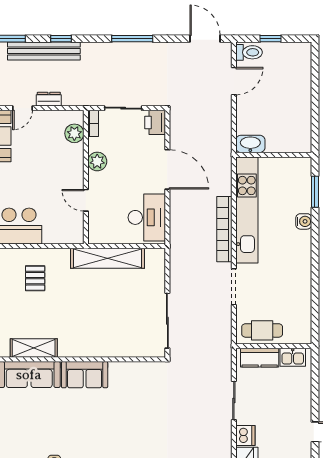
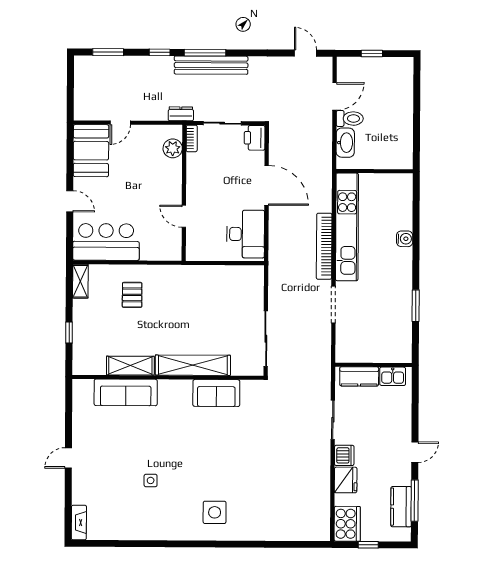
window: (132, 39) -> (205, 53), moved
door: (205, 39) -> (306, 53), width x0.73
bench: (44, 51) -> (211, 65), moved
toilet: (249, 52) -> (350, 118), moved
dresser: (49, 99) -> (181, 114), moved
washbasin: (250, 144) -> (345, 143), moved, turned 90
plant: (97, 161) -> (196, 177), removed
window: (315, 192) -> (416, 306), moved
shelving: (107, 258) -> (193, 365), moved
cafe table: (262, 330) -> (362, 349), removed
sofa: (85, 375) -> (216, 393), moved

